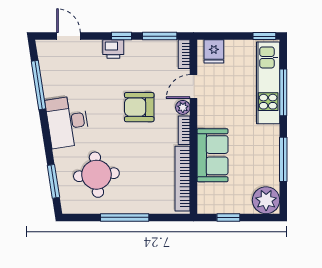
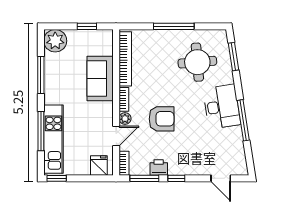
printer: (113, 49) -> (159, 167), moved
window: (39, 85) -> (243, 120), moved

